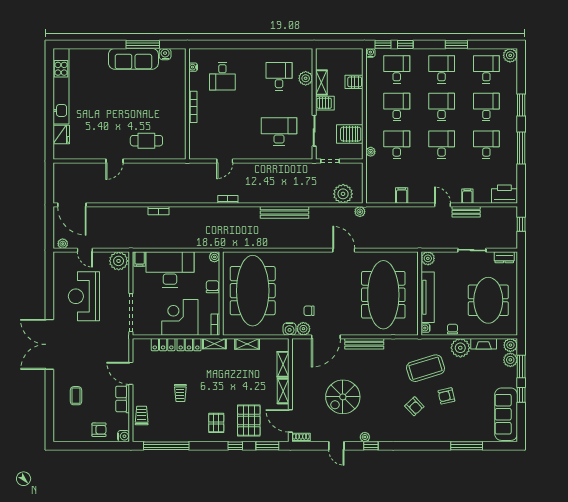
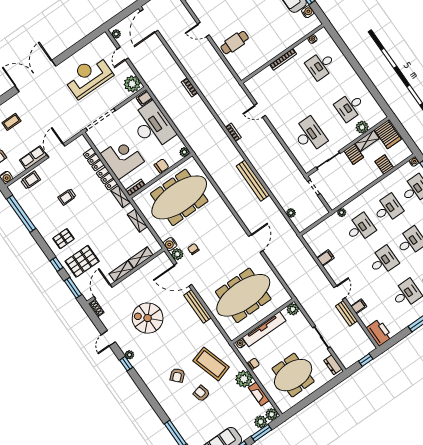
desk: (279, 76) -> (350, 107), turned 180
server rack: (350, 134) -> (388, 134), moved, turned 180
cafe table: (146, 141) -> (235, 43), turned 90
plant: (343, 194) -> (291, 213), width x0.53, depth x0.53
plant: (360, 212) -> (292, 235), removed

